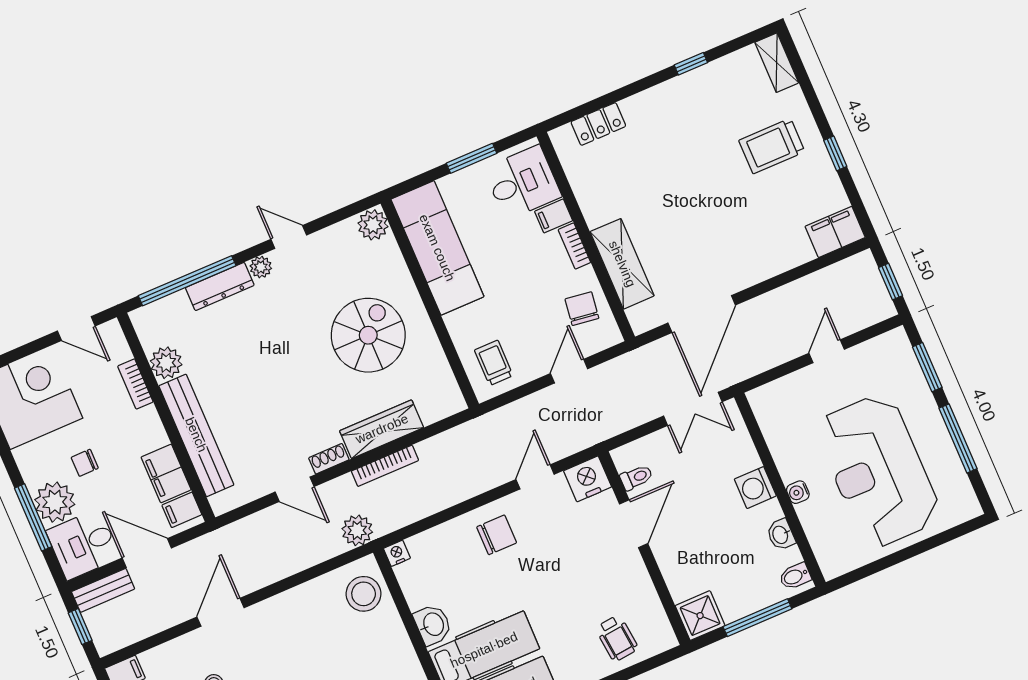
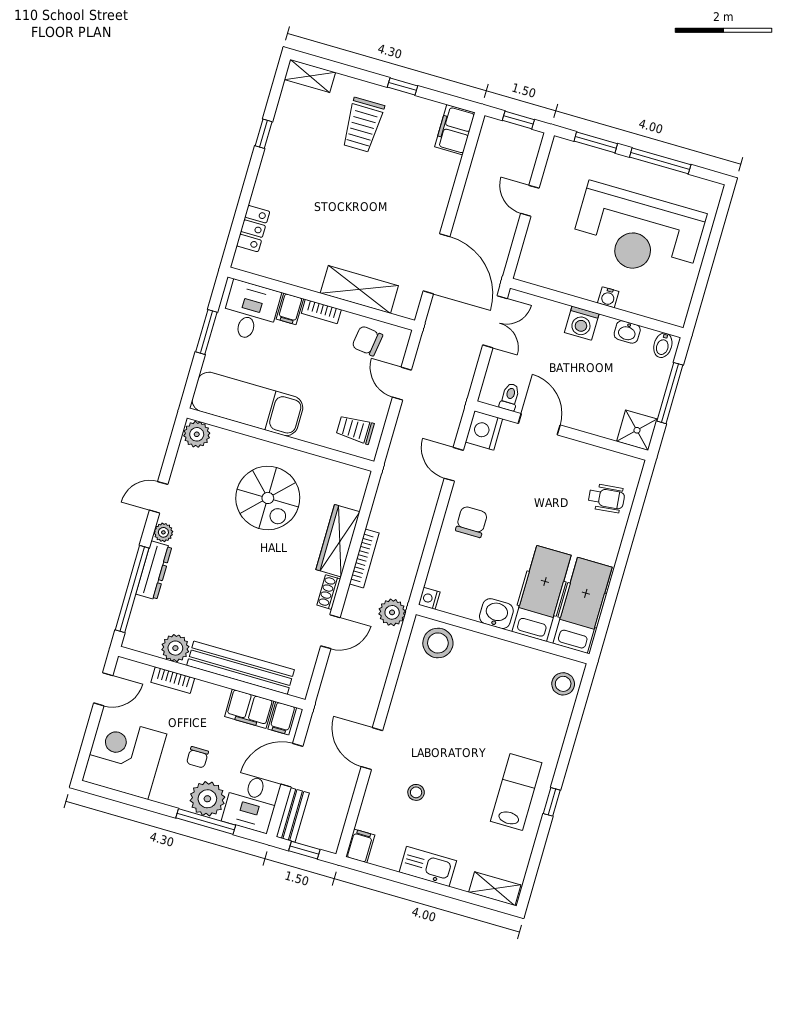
spiral stairs: (368, 335) -> (268, 498), turned 180

